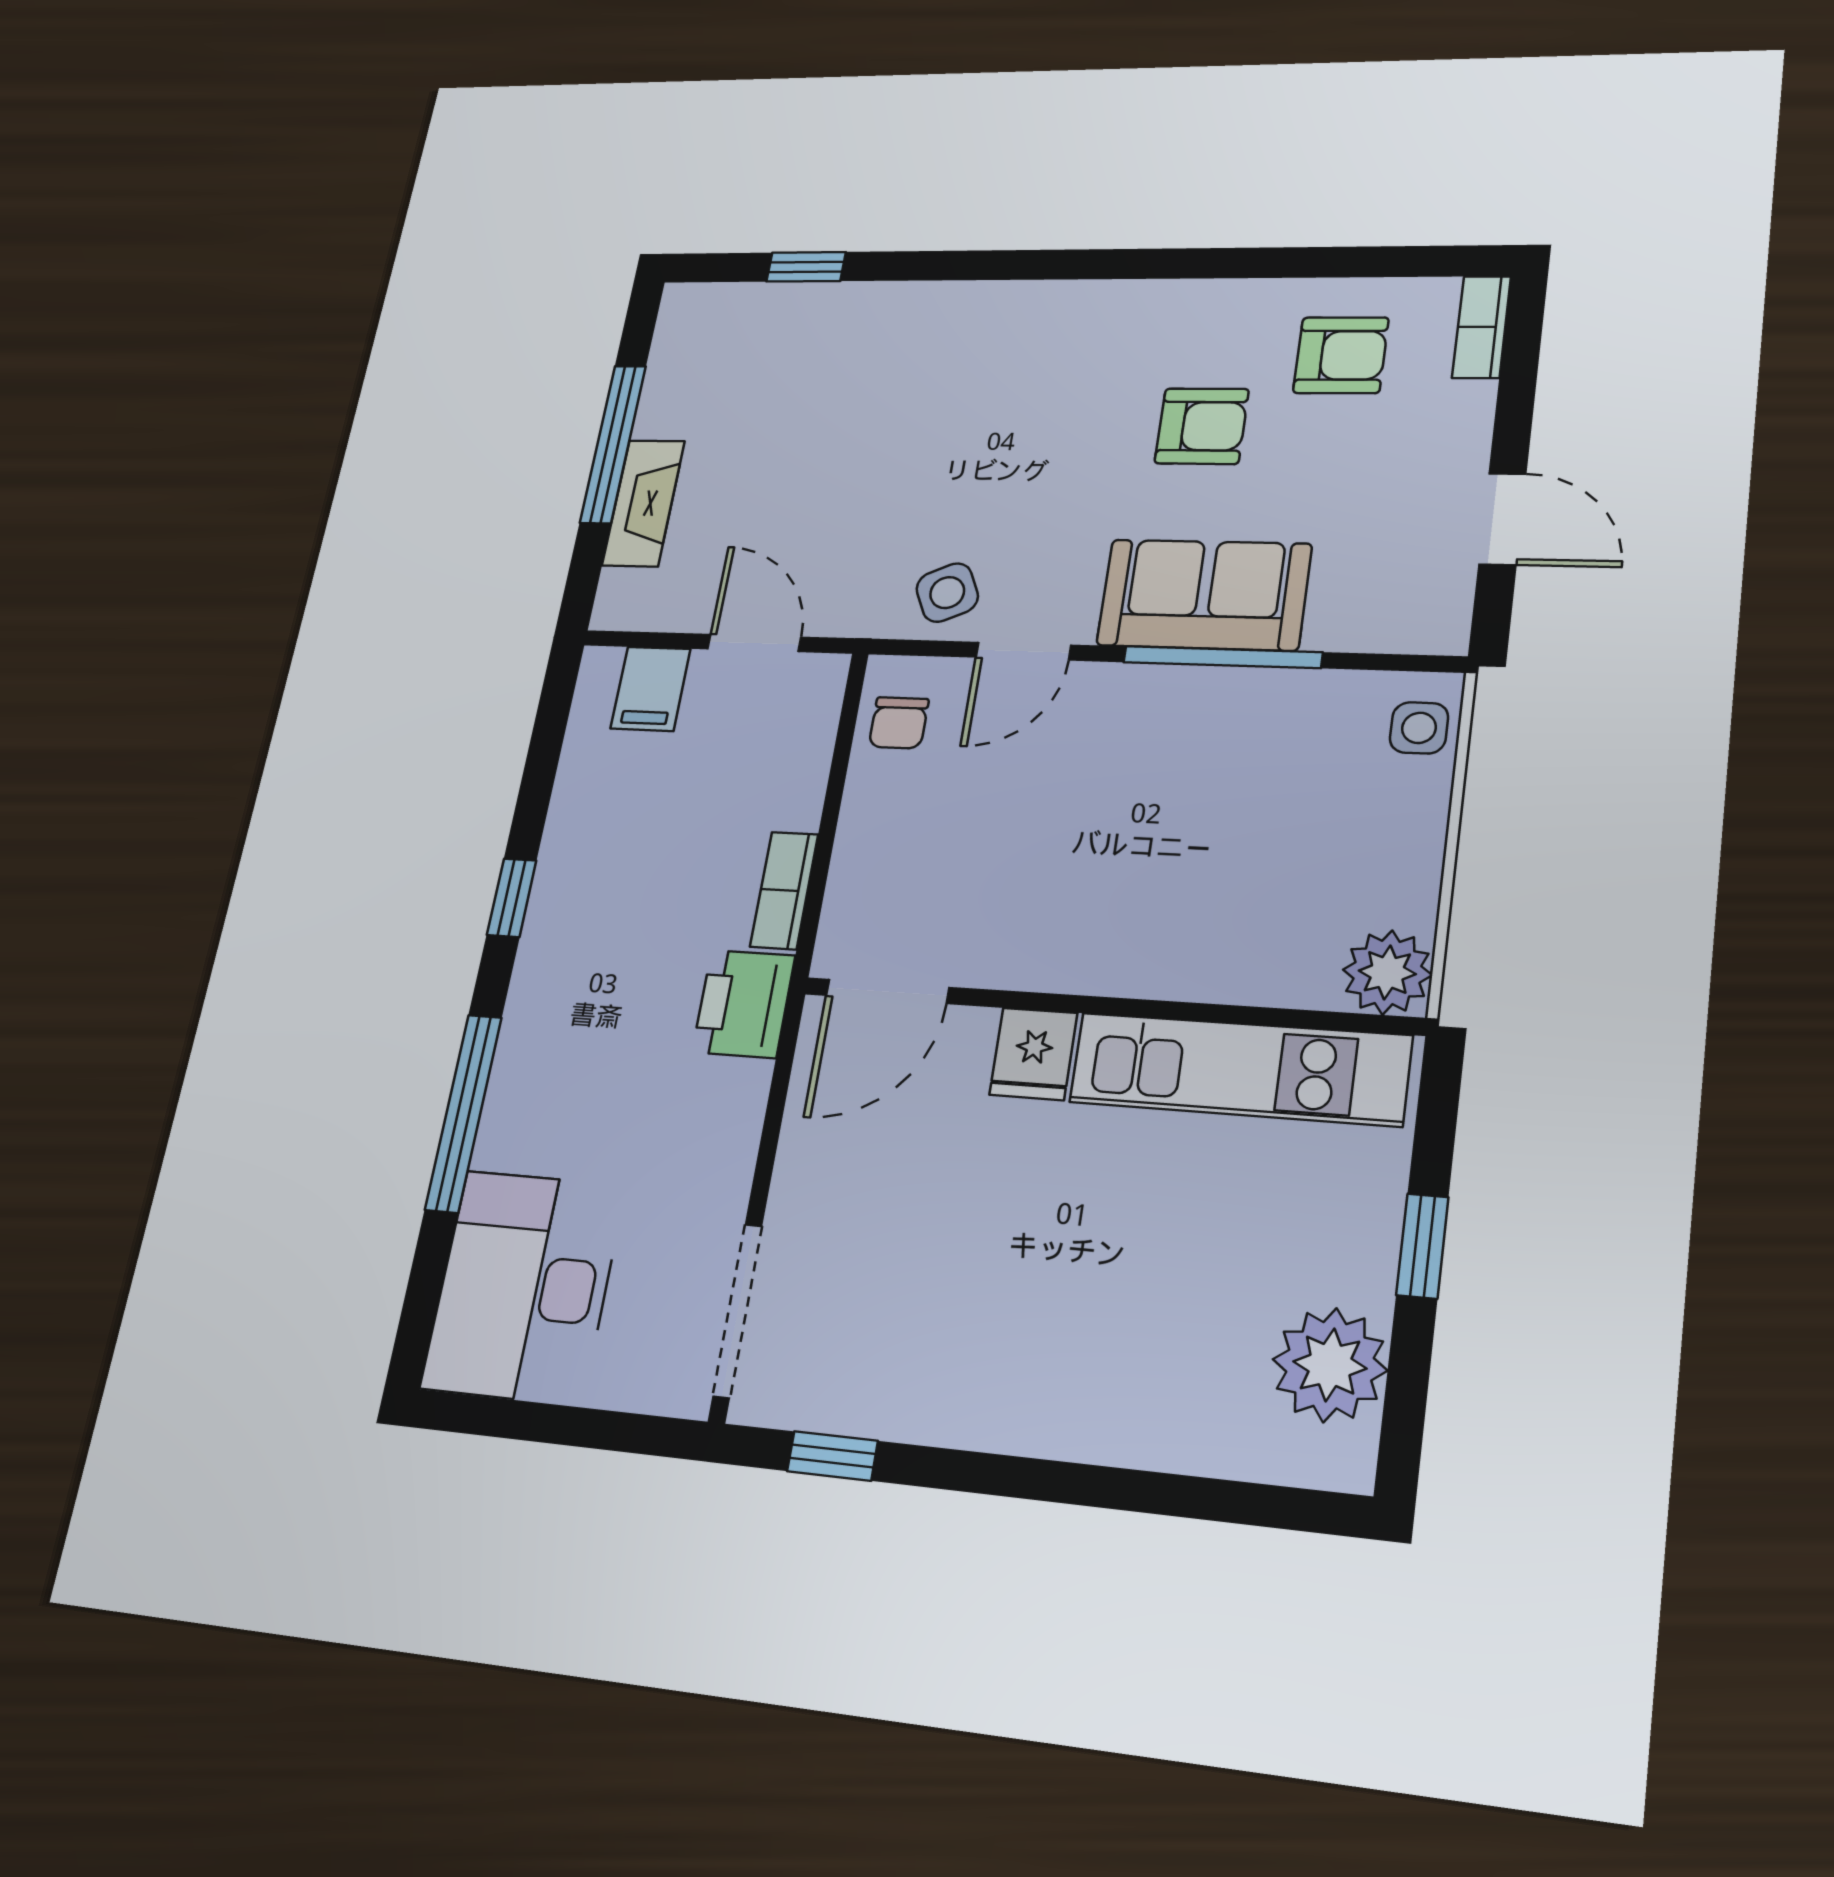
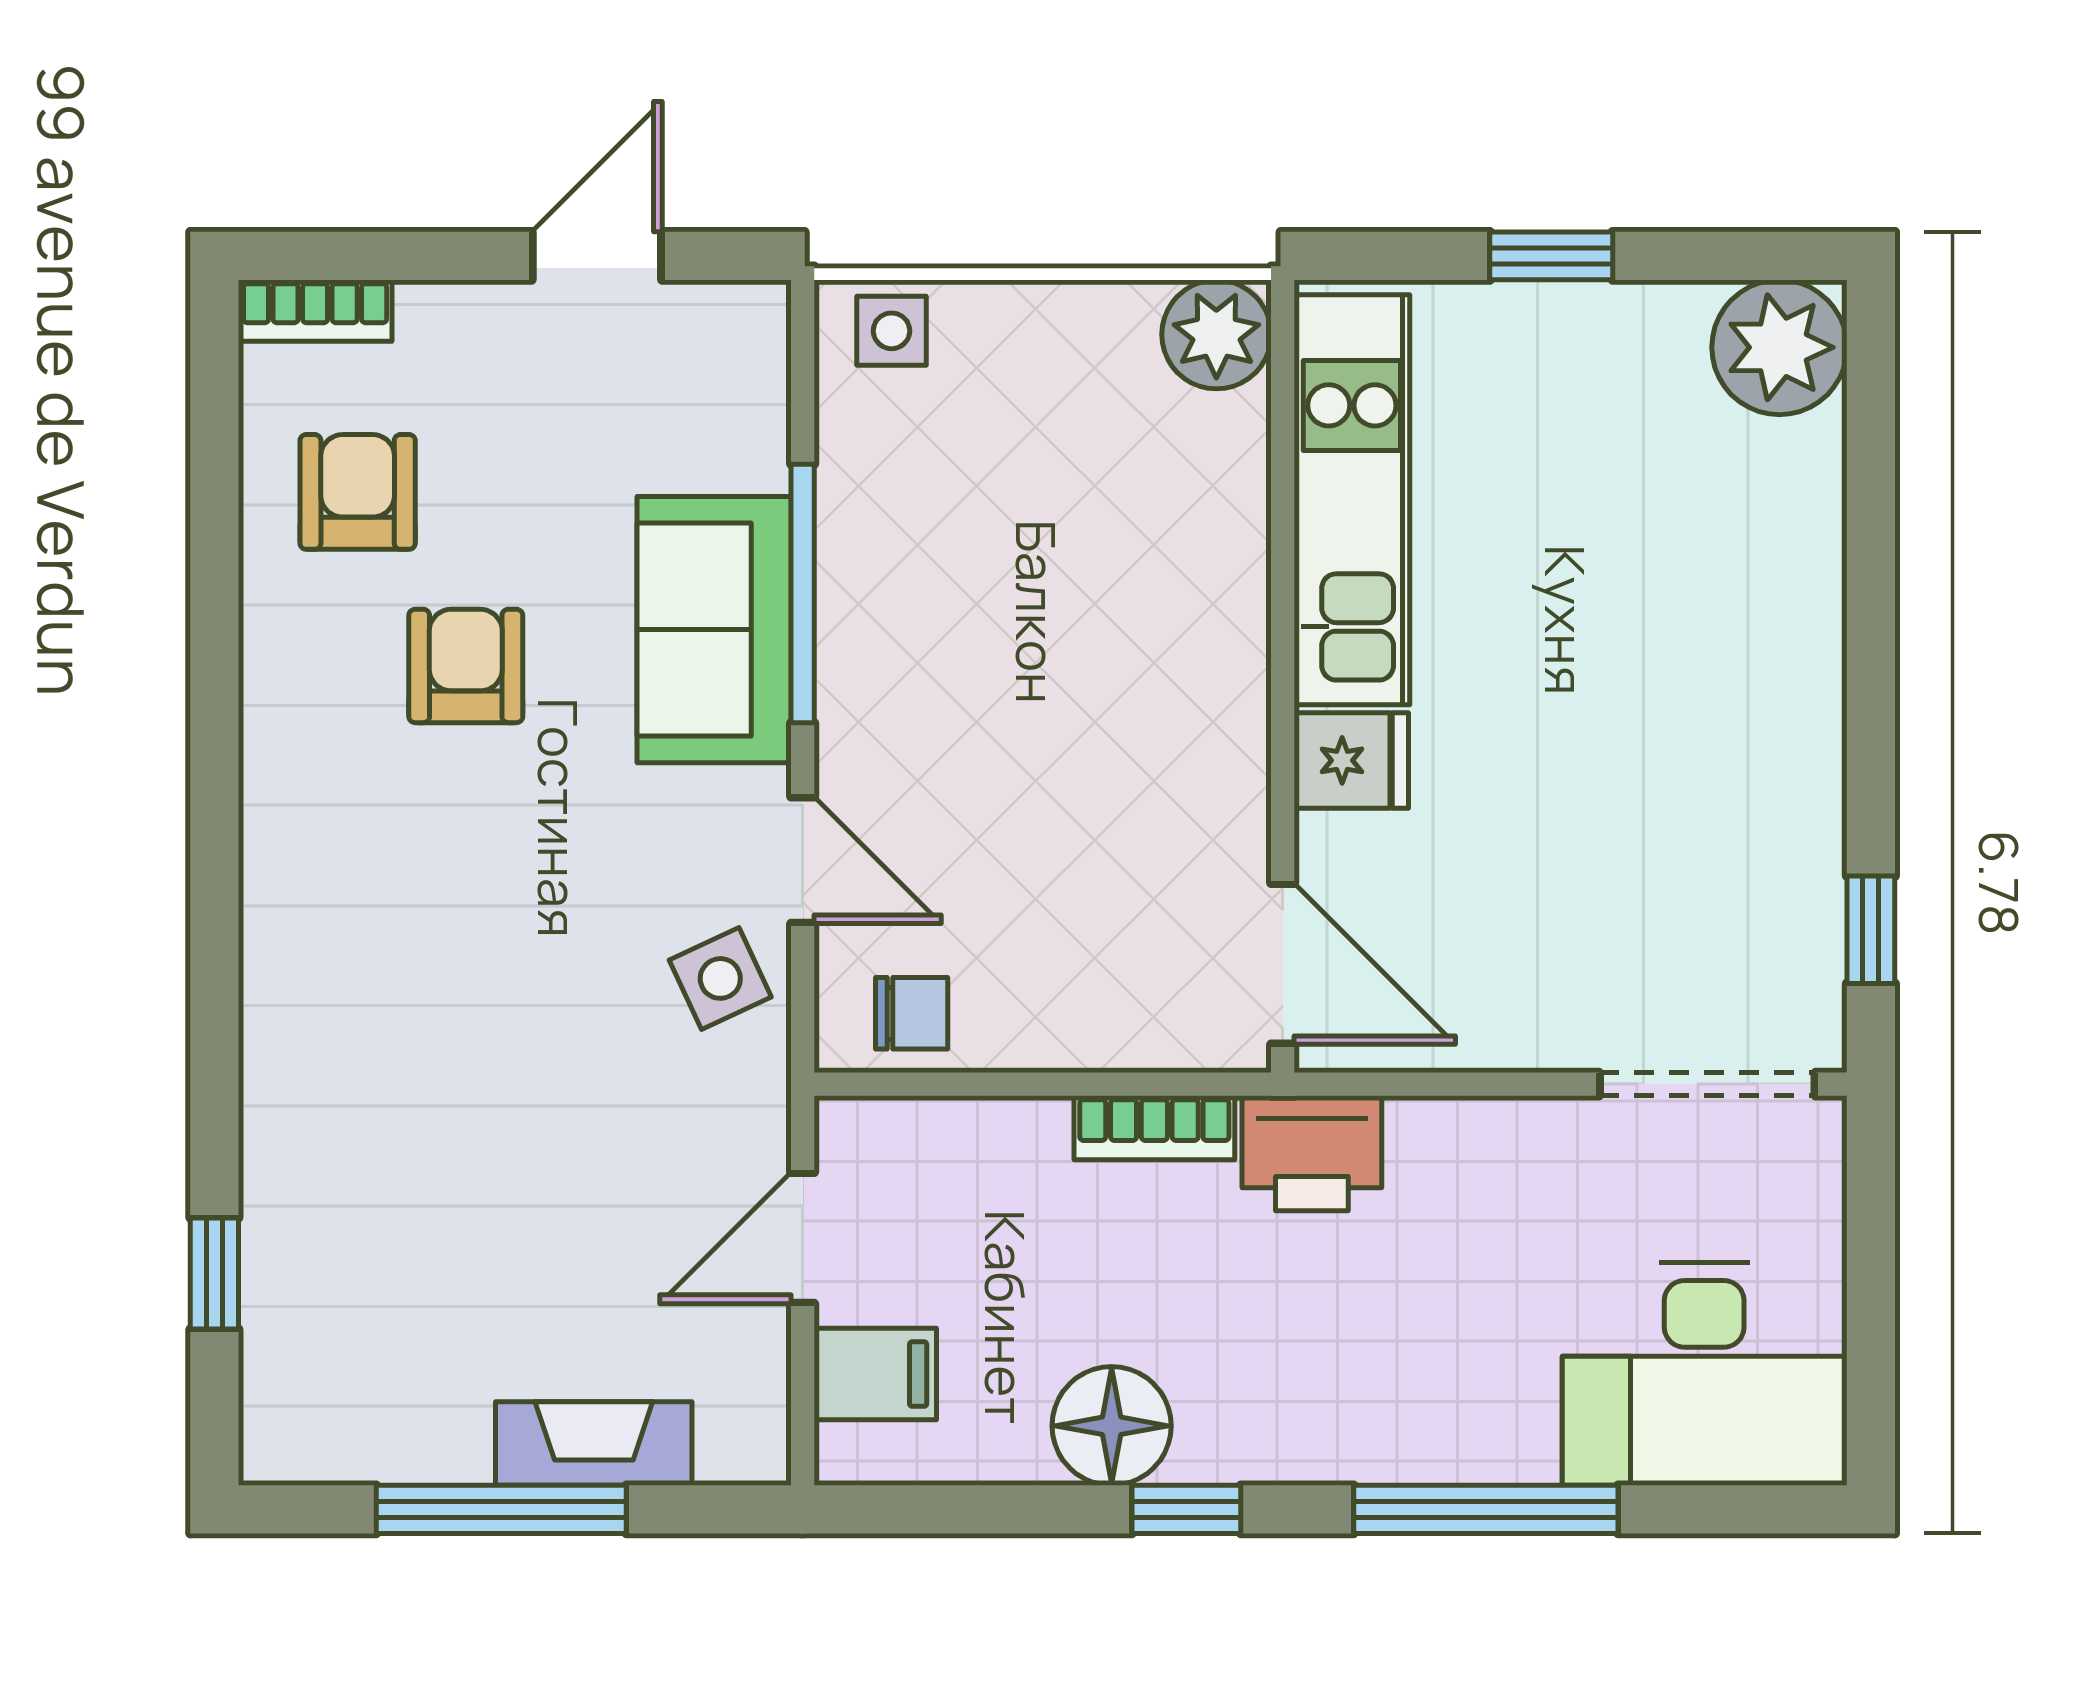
floor lamp: (580, 849) -> (1112, 1426), added
plant: (1330, 1365) -> (1779, 347), moved

